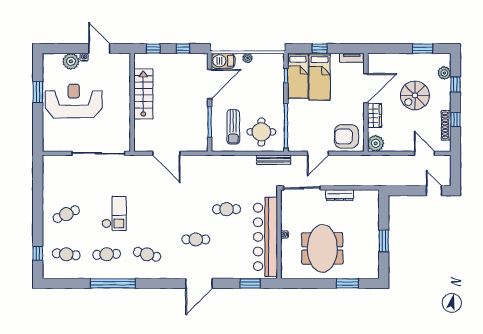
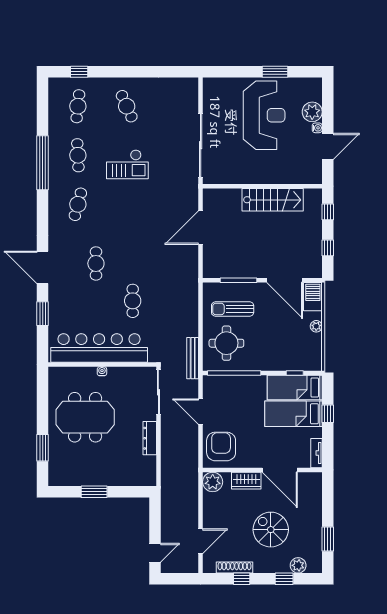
window: (250, 283) -> (43, 314), moved

